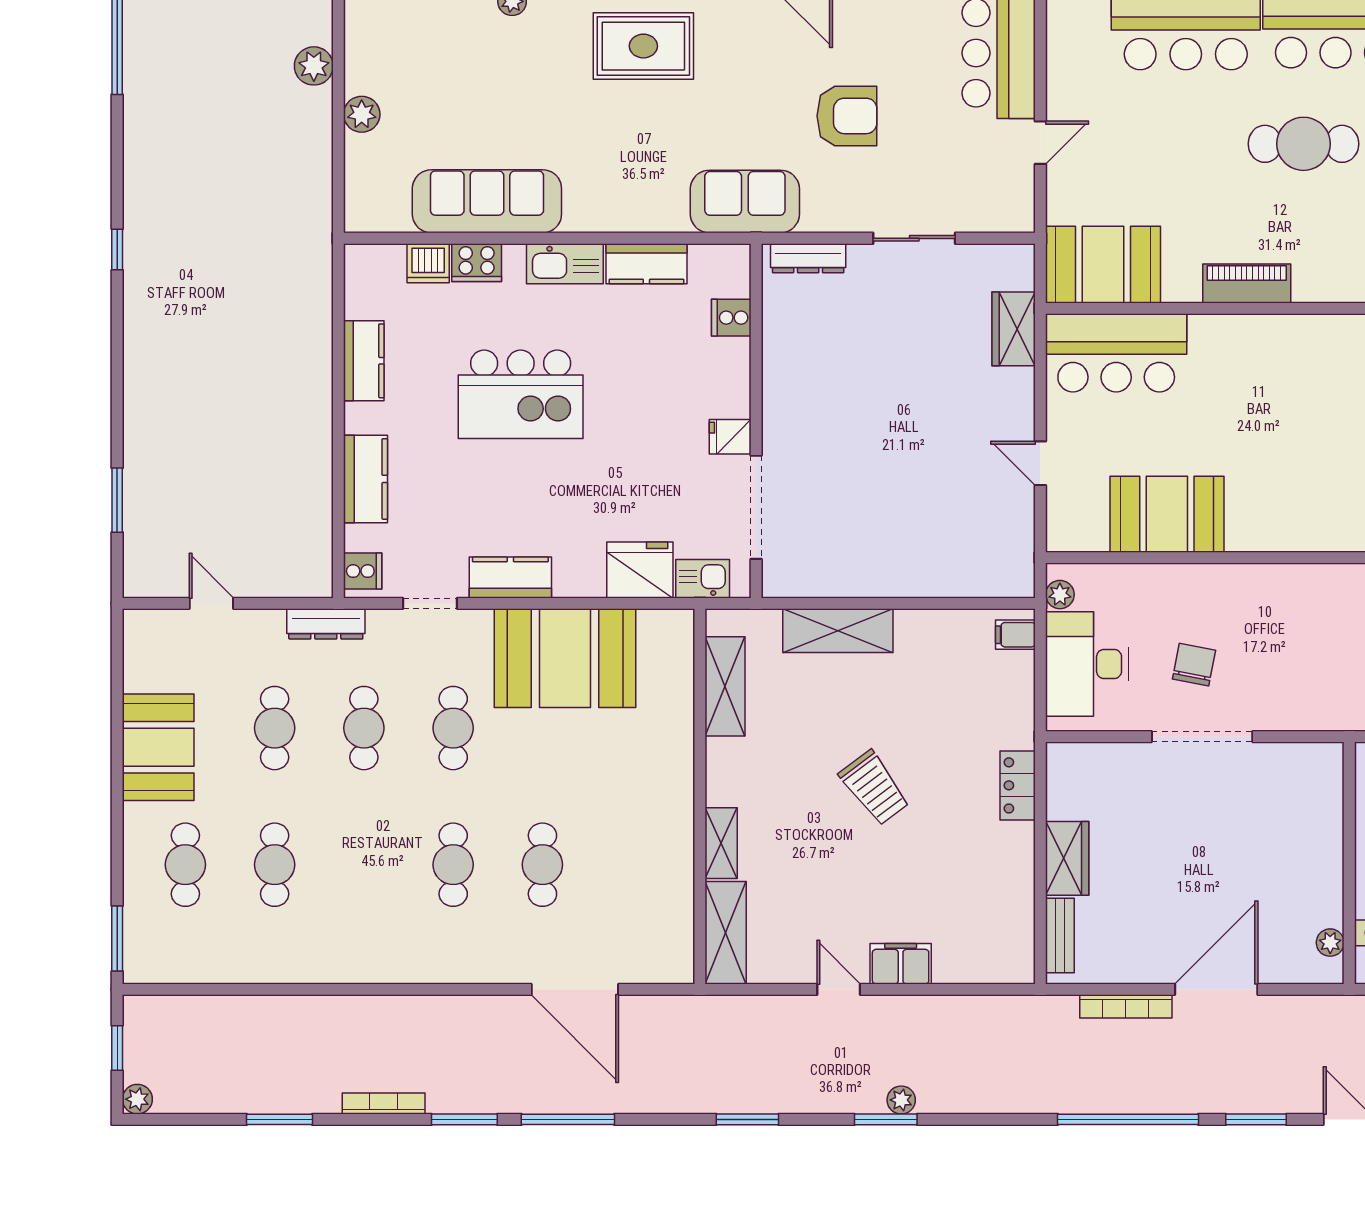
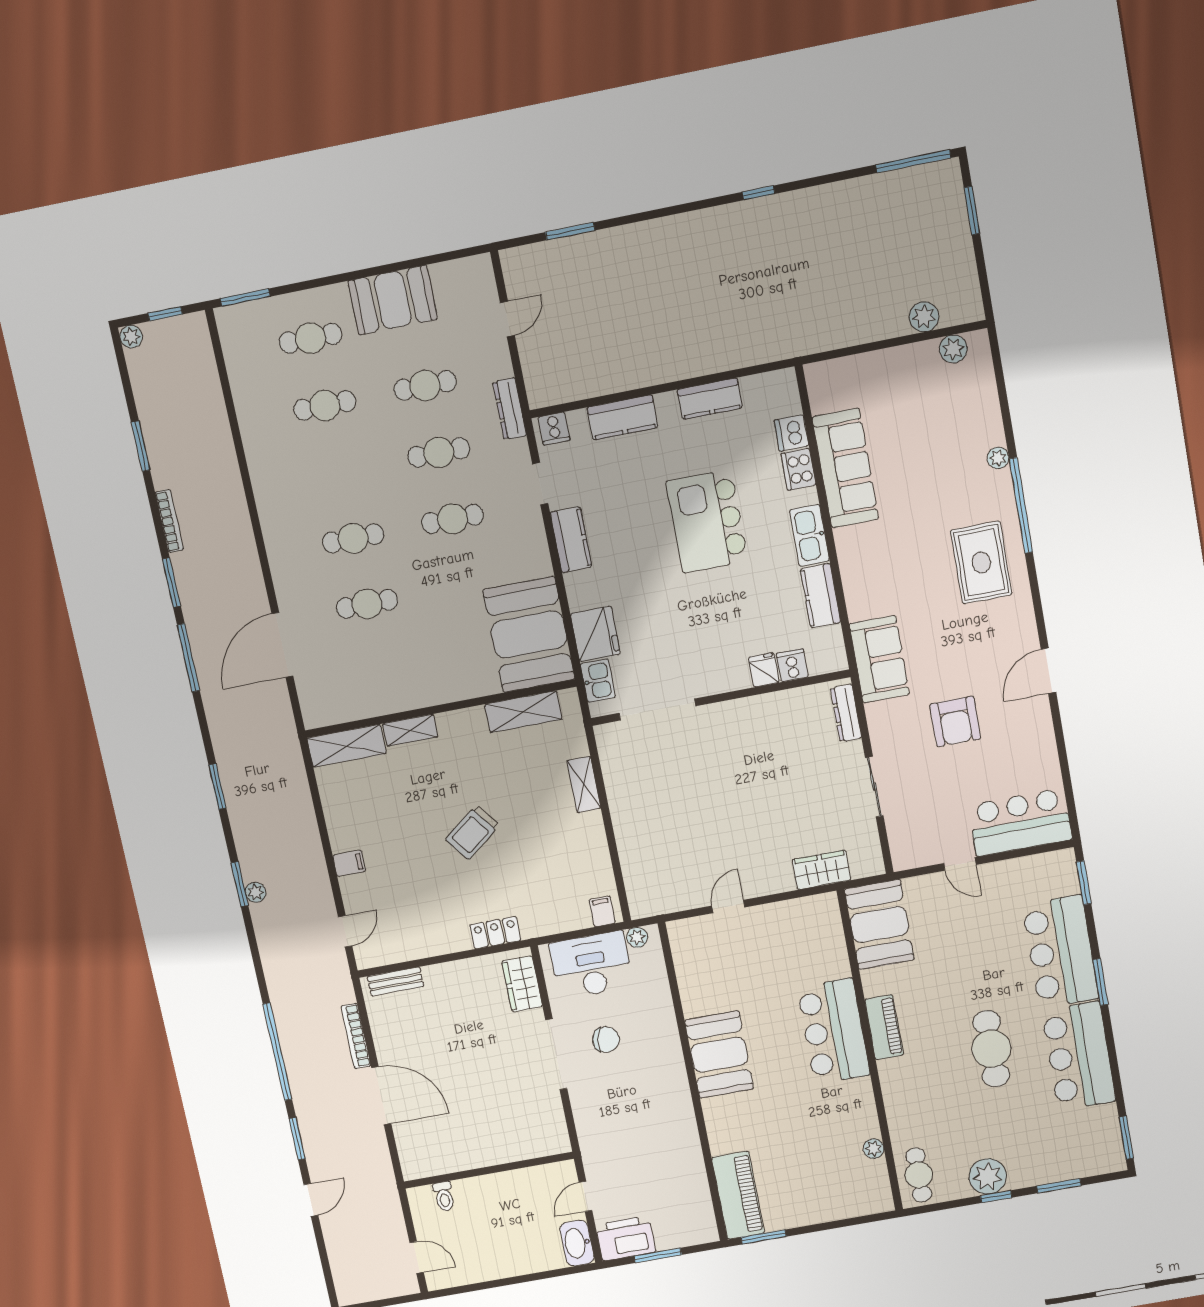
plant: (362, 114) -> (953, 349), moved
bar counter: (1116, 353) -> (834, 1031), moved
fridge: (730, 437) -> (764, 670), moved
booth: (1167, 514) -> (719, 1055), moved
shelving: (838, 631) -> (584, 784), width x0.67, depth x0.75
booth: (565, 658) -> (529, 635), moved
wardrobe: (1067, 858) -> (522, 984), moved, turned 90
plant: (1330, 943) -> (431, 1167), removed
filing cabinet: (901, 964) -> (349, 863), width x0.50
door: (839, 989) -> (345, 931), moved

